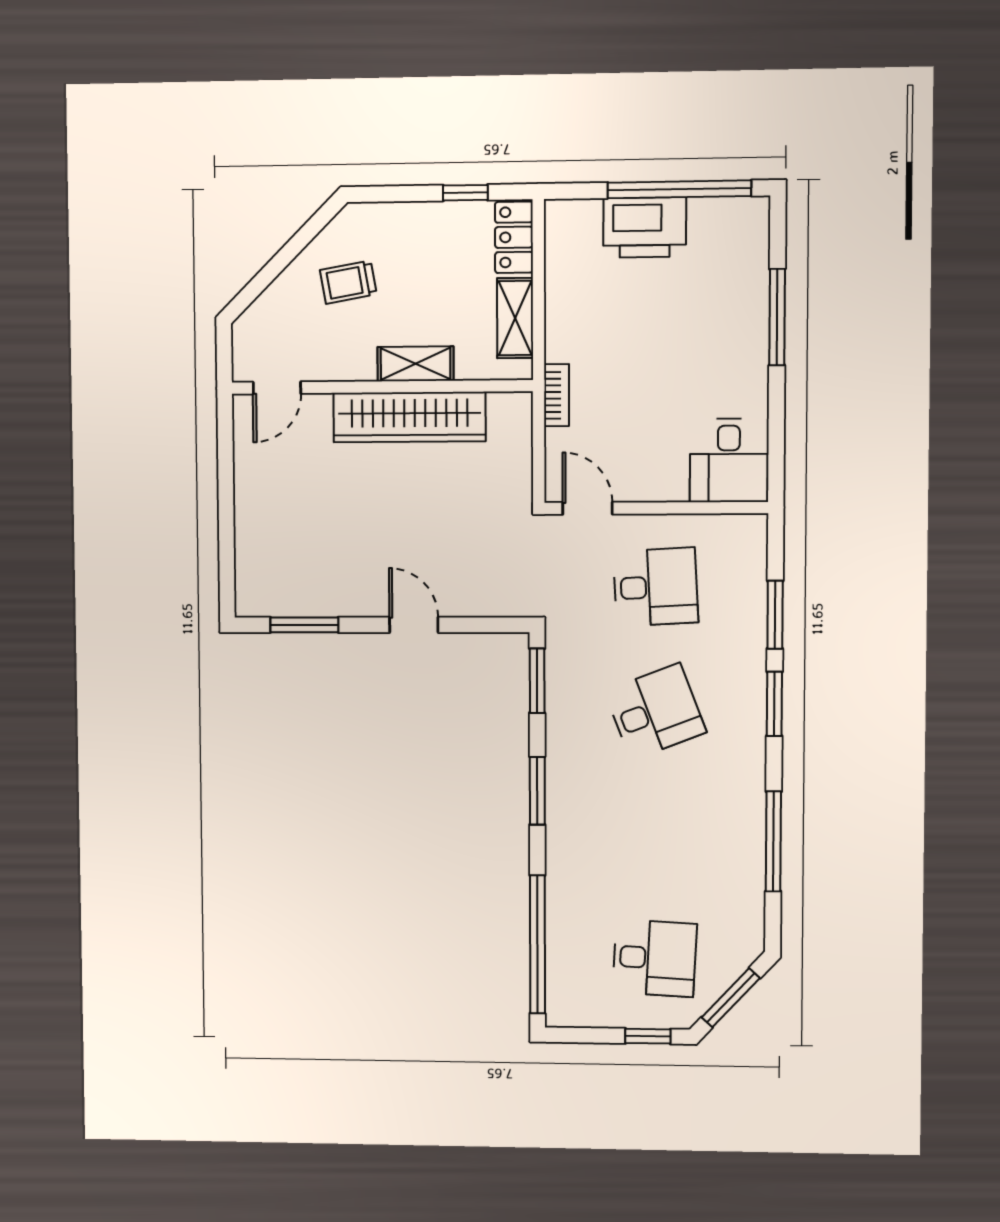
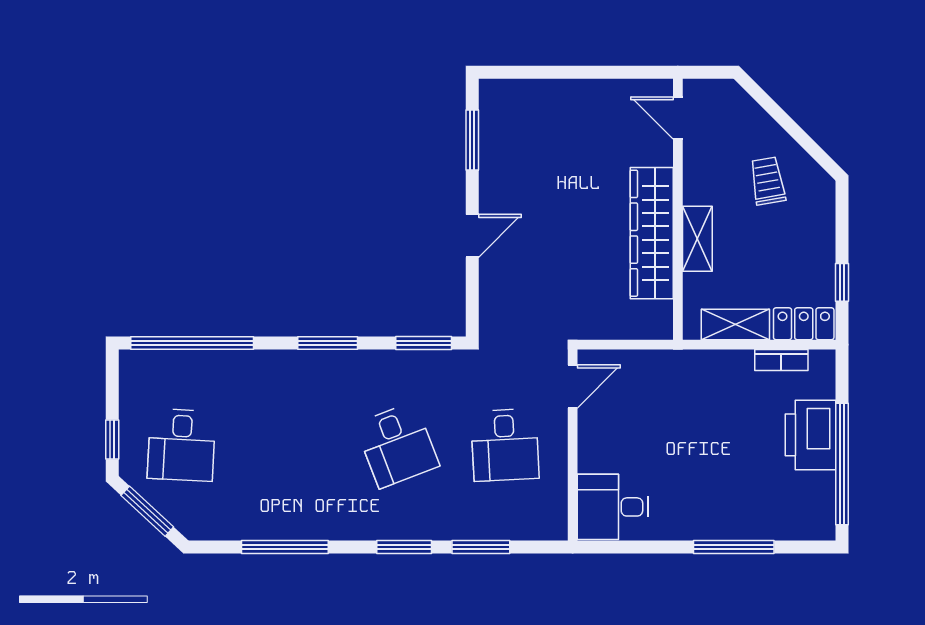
bookcase: (557, 395) -> (781, 360), moved

